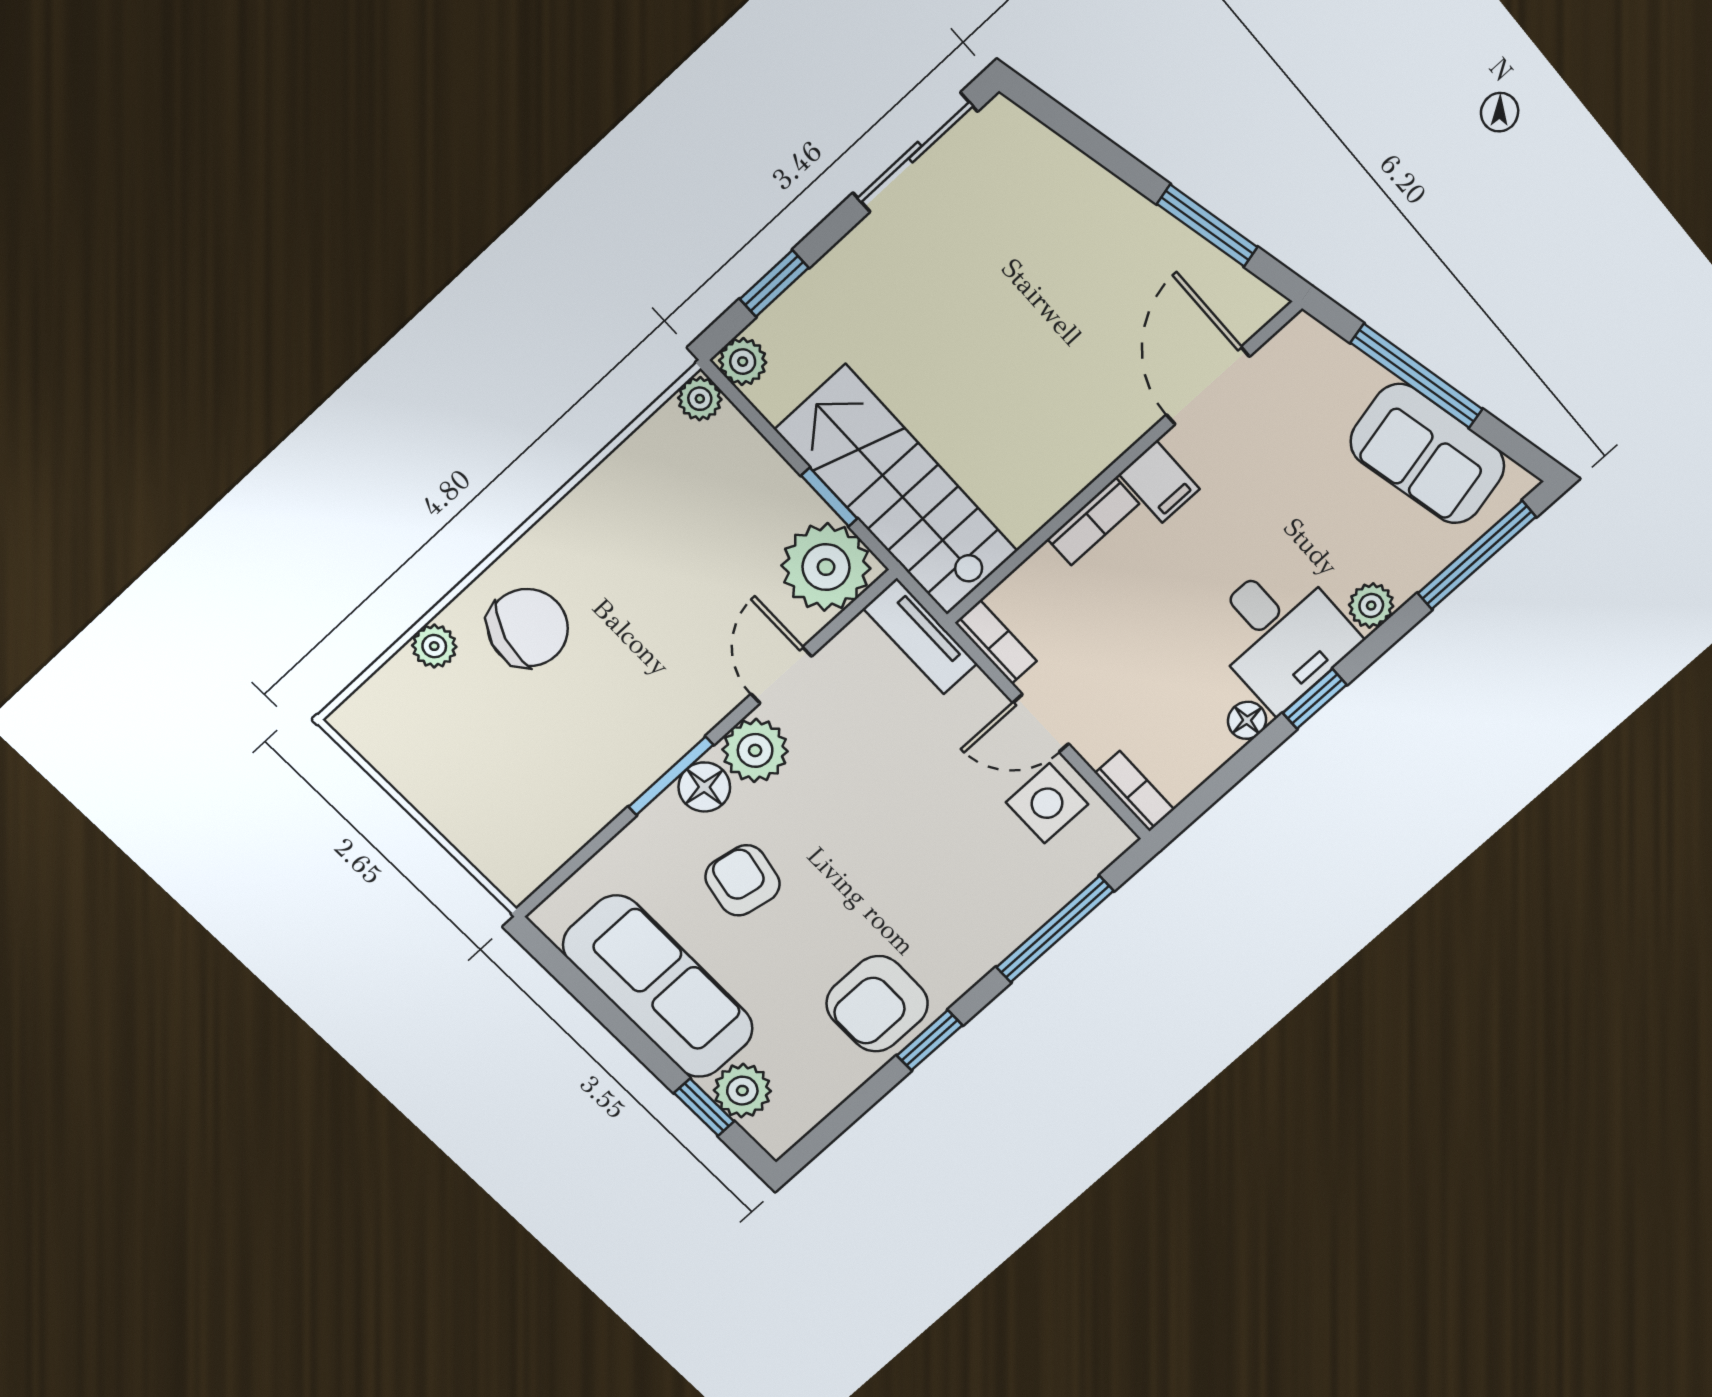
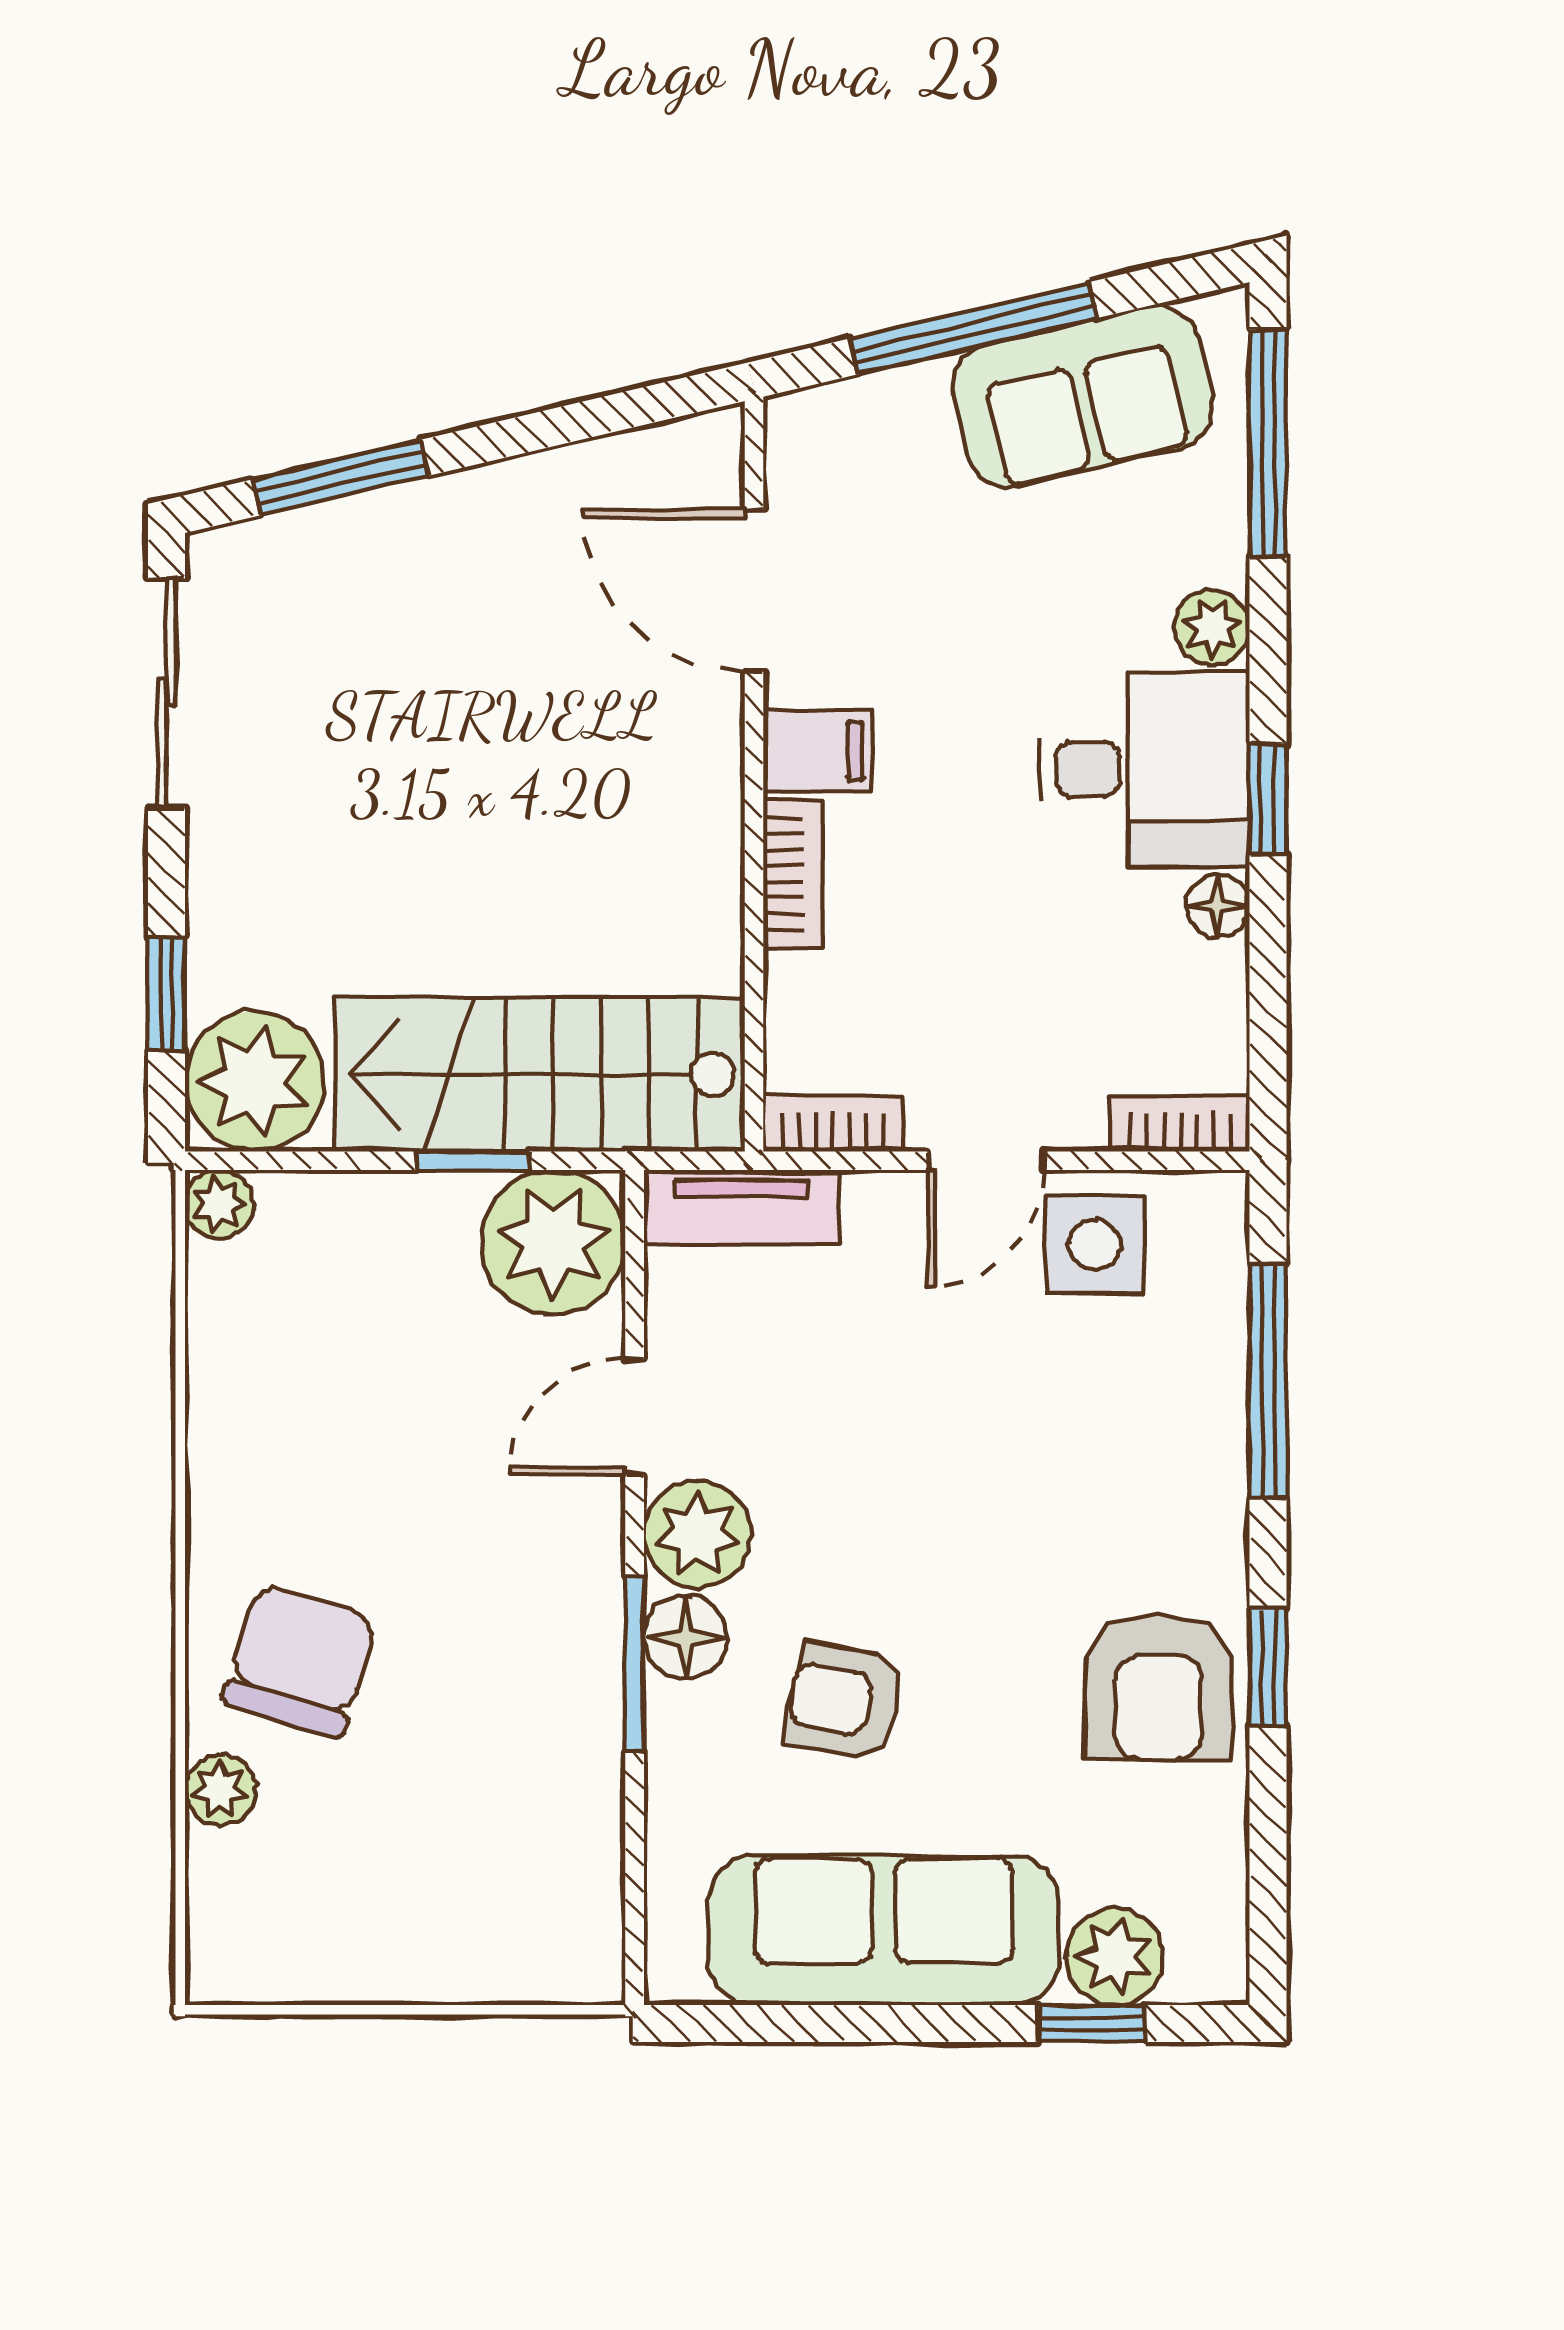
window: (1207, 226) -> (341, 477), moved
plant: (743, 362) -> (255, 1081), width x1.87, depth x1.87
door: (781, 675) -> (635, 1417), hinge flipped

